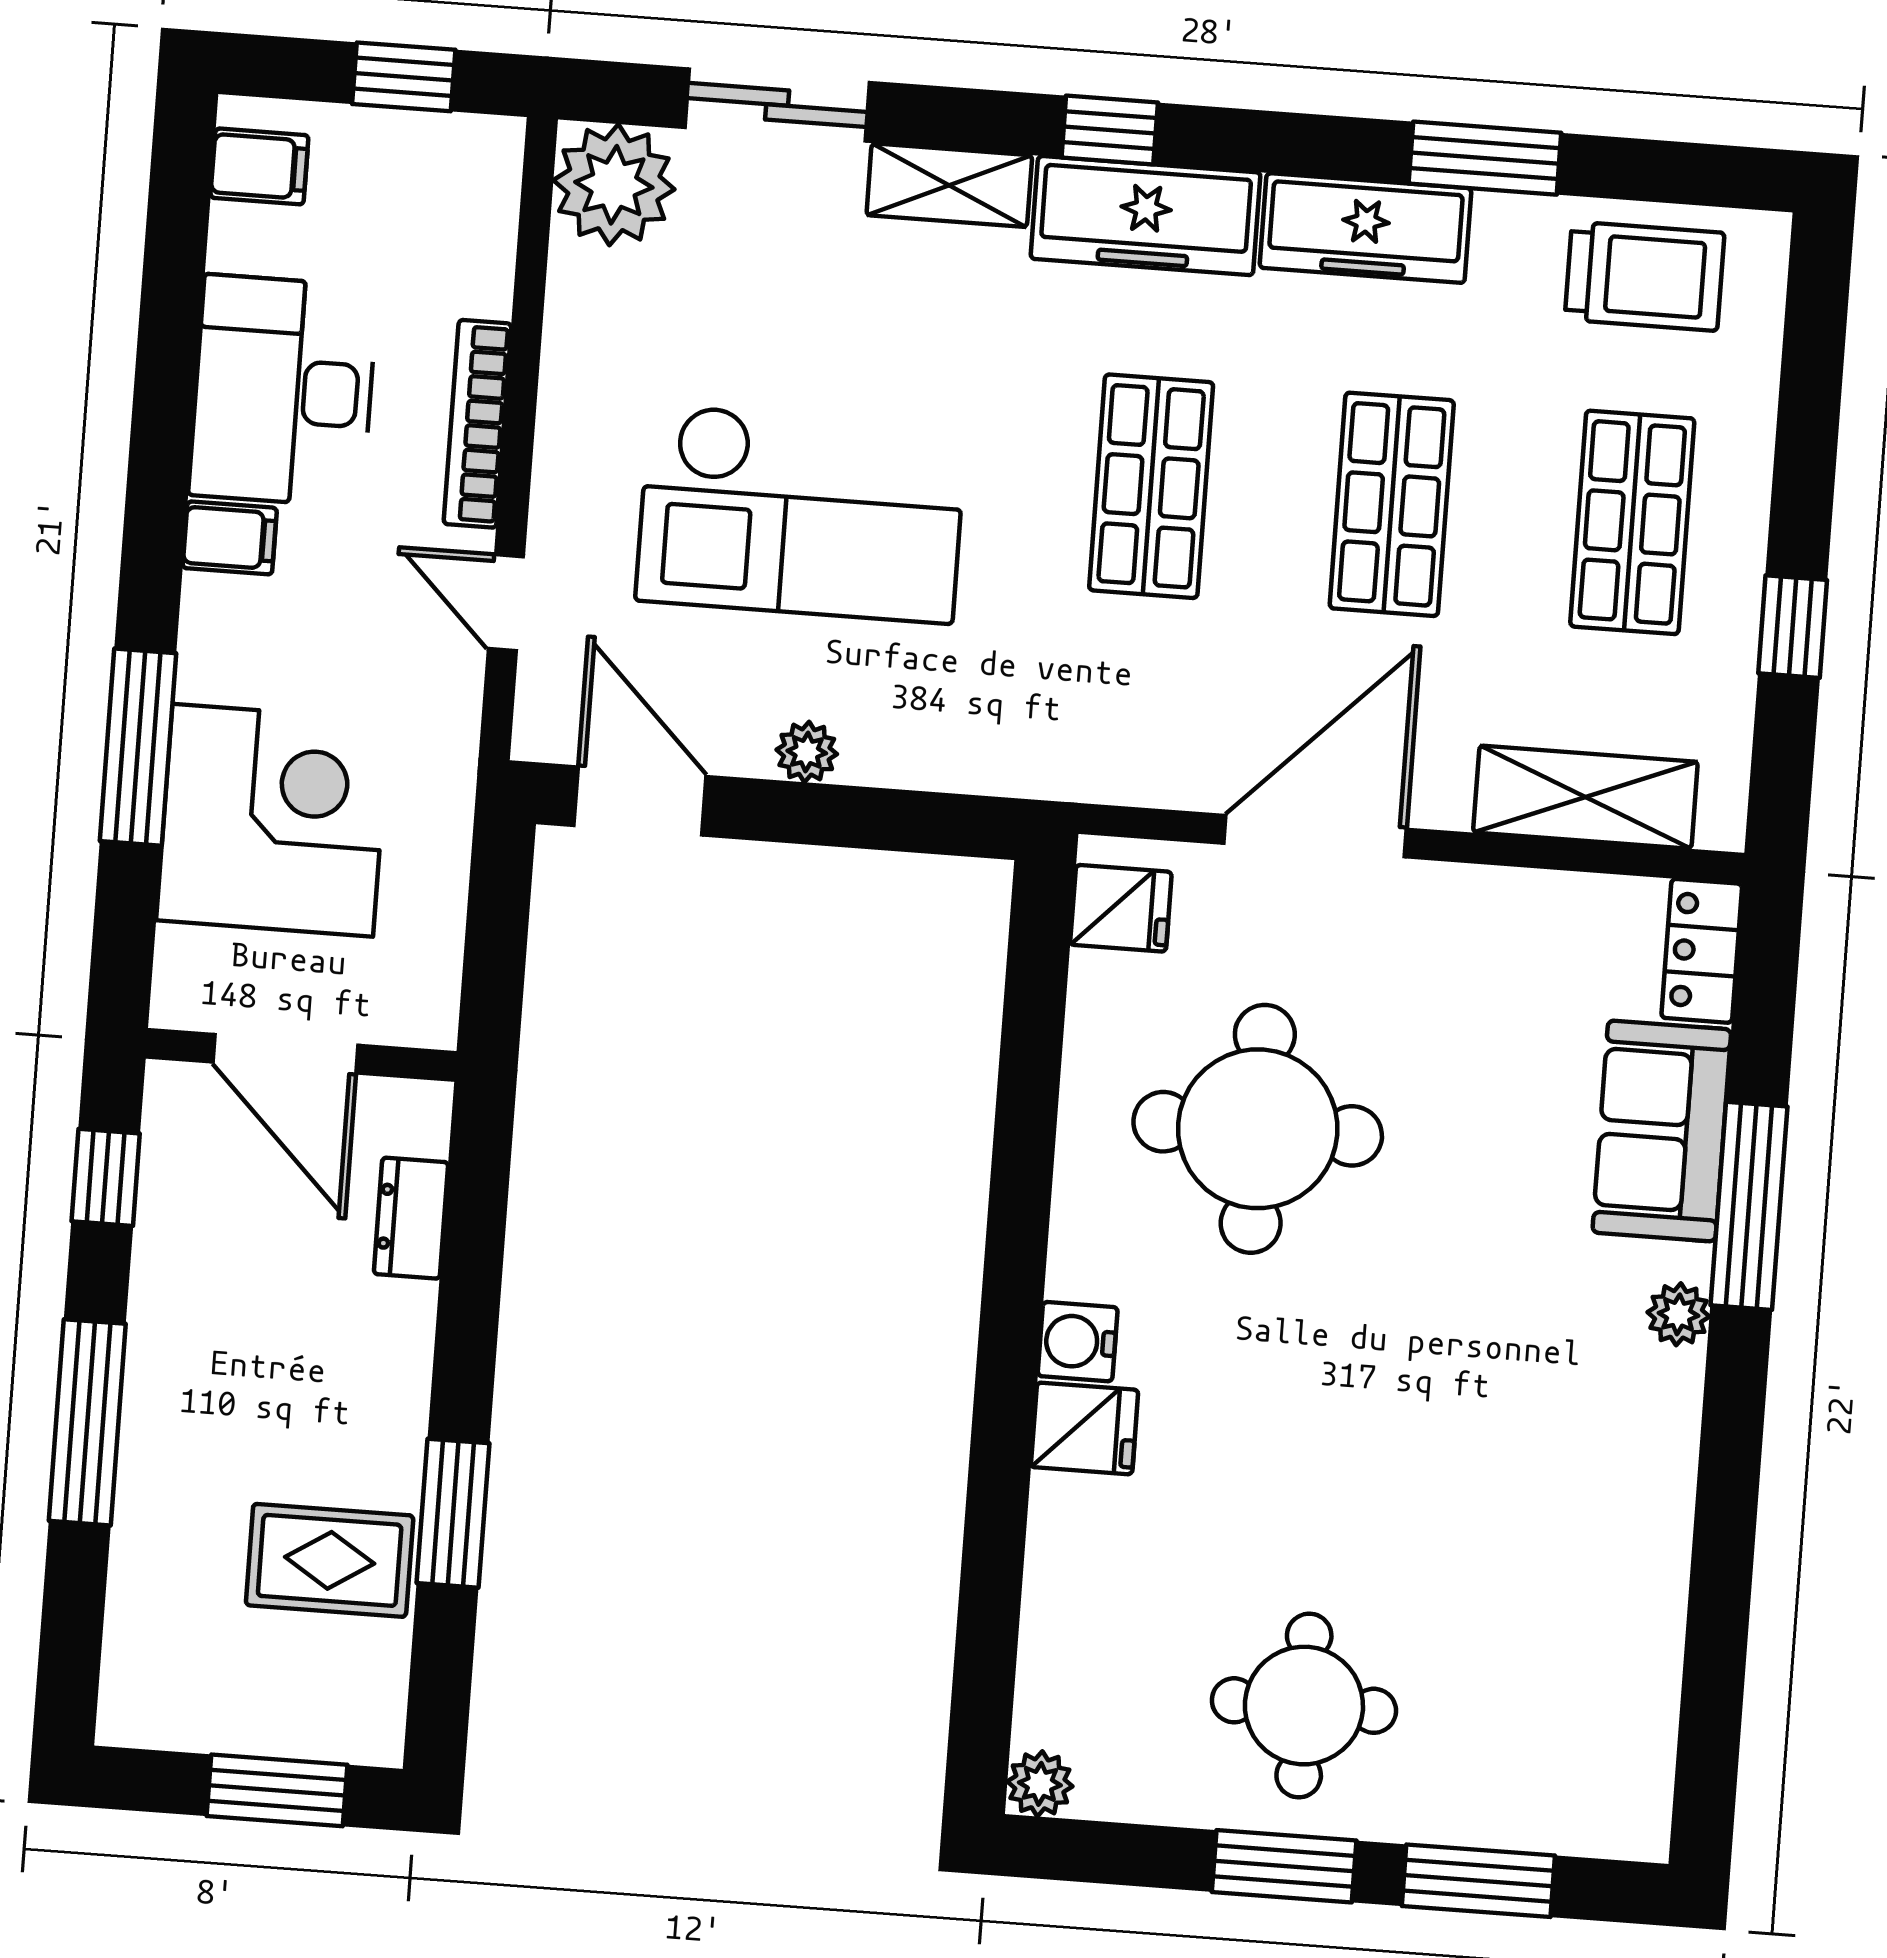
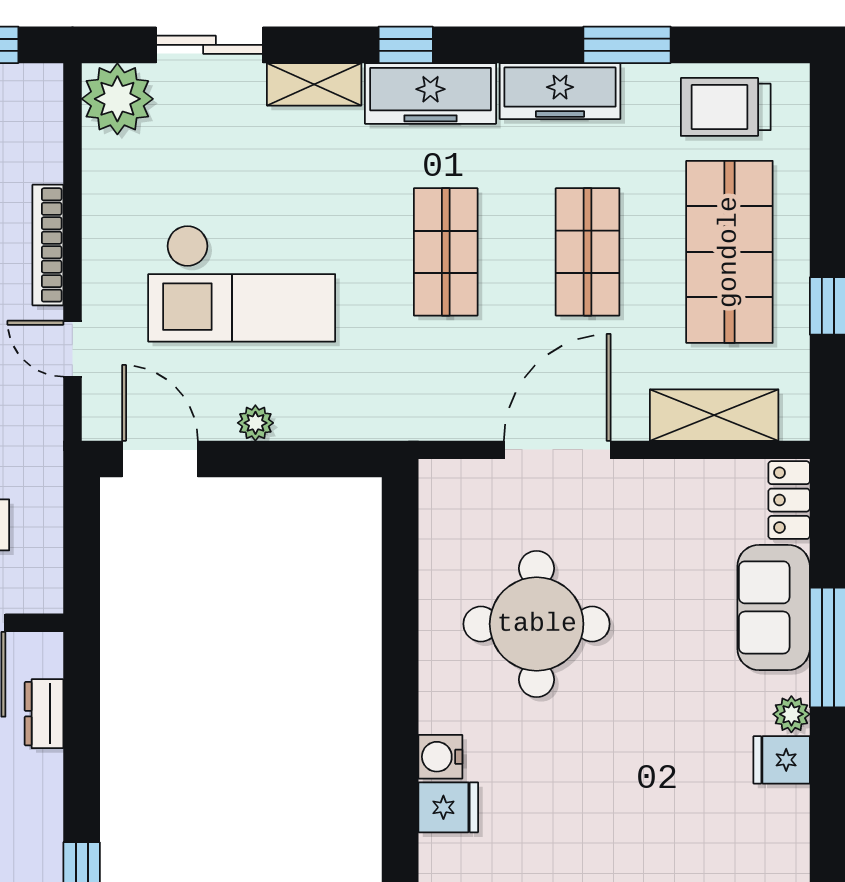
trolley: (1645, 276) -> (726, 107), turned 180
shop shelf: (1632, 522) -> (729, 252), width x1.43, depth x1.36
fridge: (1121, 908) -> (782, 760), moved, turned 180

